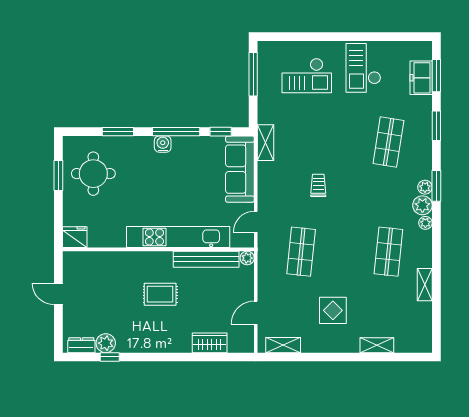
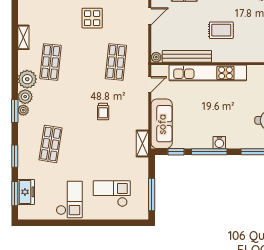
plant: (425, 223) -> (27, 79), width x1.87, depth x1.87

